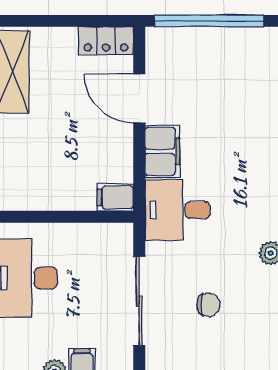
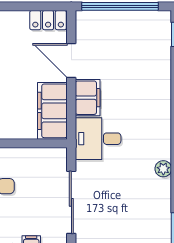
filing cabinet: (115, 197) -> (52, 111), width x3.00, depth x1.17
chair: (208, 305) -> (120, 205), removed

